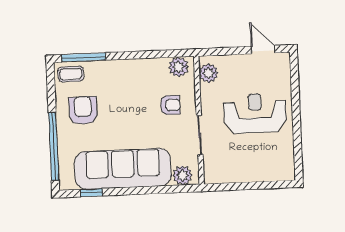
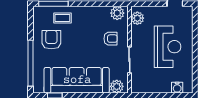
coffee table: (71, 74) -> (62, 18), moved
reception desk: (255, 113) -> (168, 47), turned 90
water cooler: (272, 173) -> (177, 88), added

